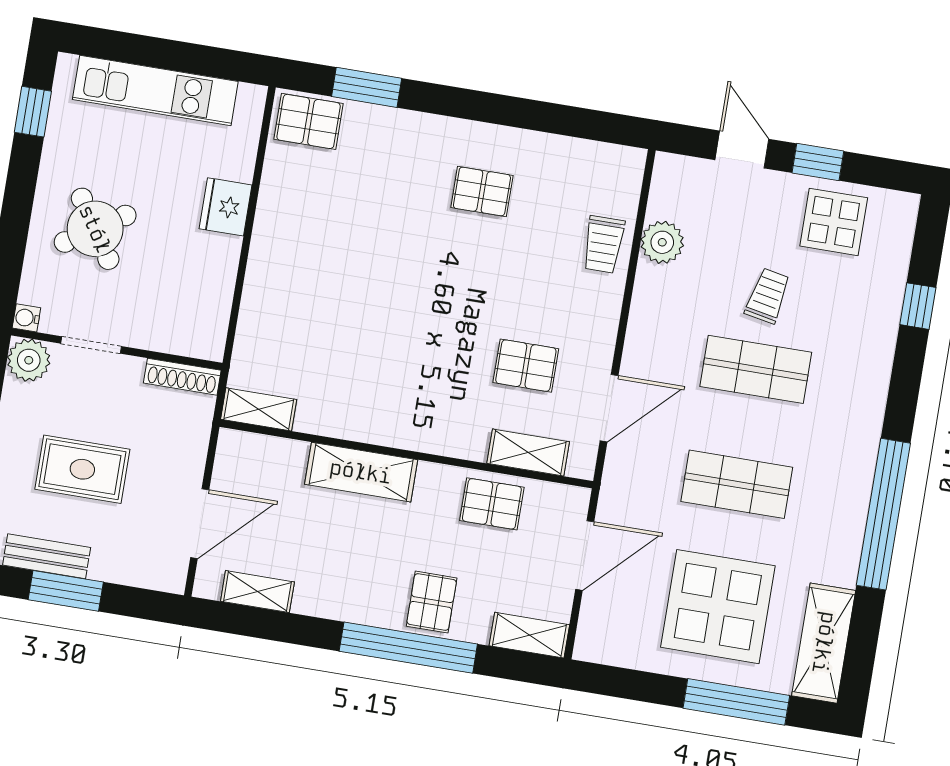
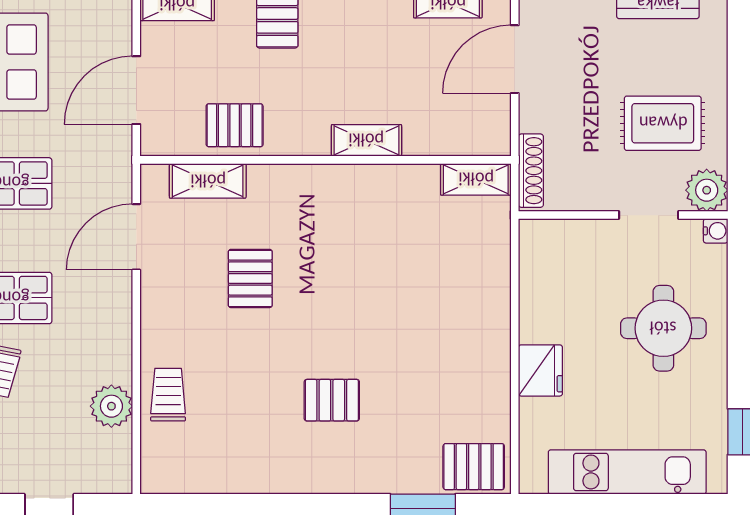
pallet: (482, 192) -> (332, 400), moved
round table: (95, 229) -> (663, 328), turned 33
pallet: (526, 366) -> (250, 278), moved, turned 90
shoe rack: (182, 377) -> (531, 171), moved, turned 90
rug: (82, 469) -> (663, 123), moved
shelving: (361, 472) -> (366, 140), width x0.67, depth x0.75

